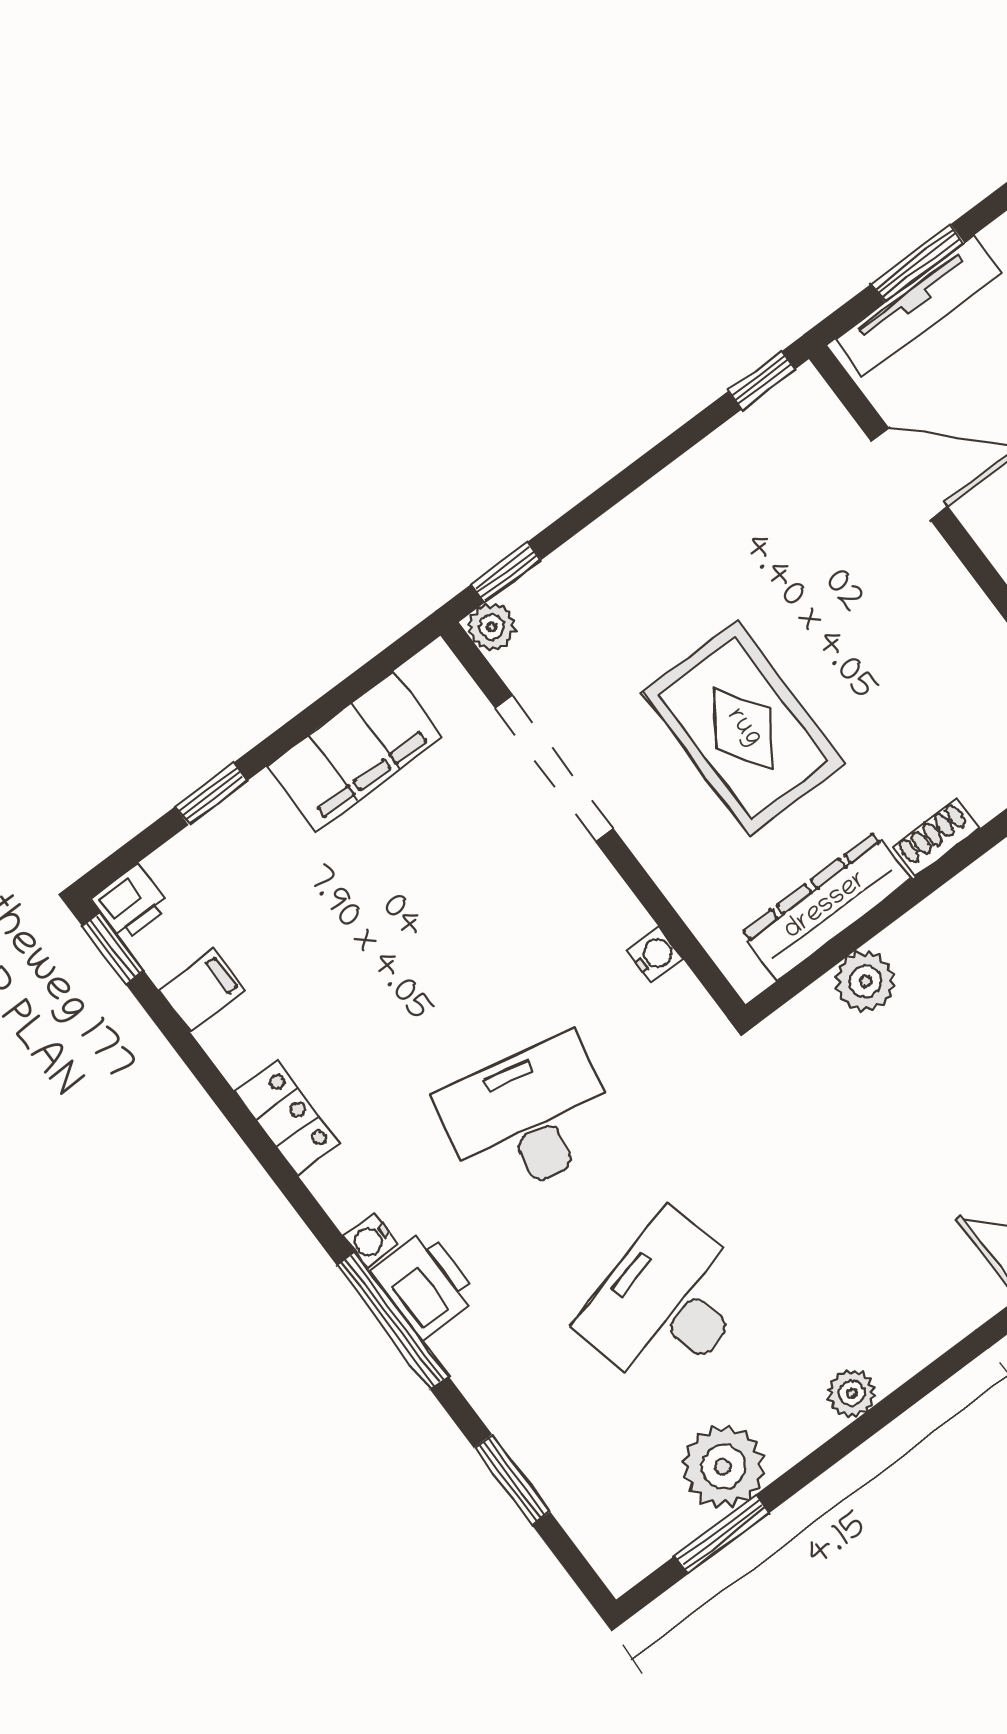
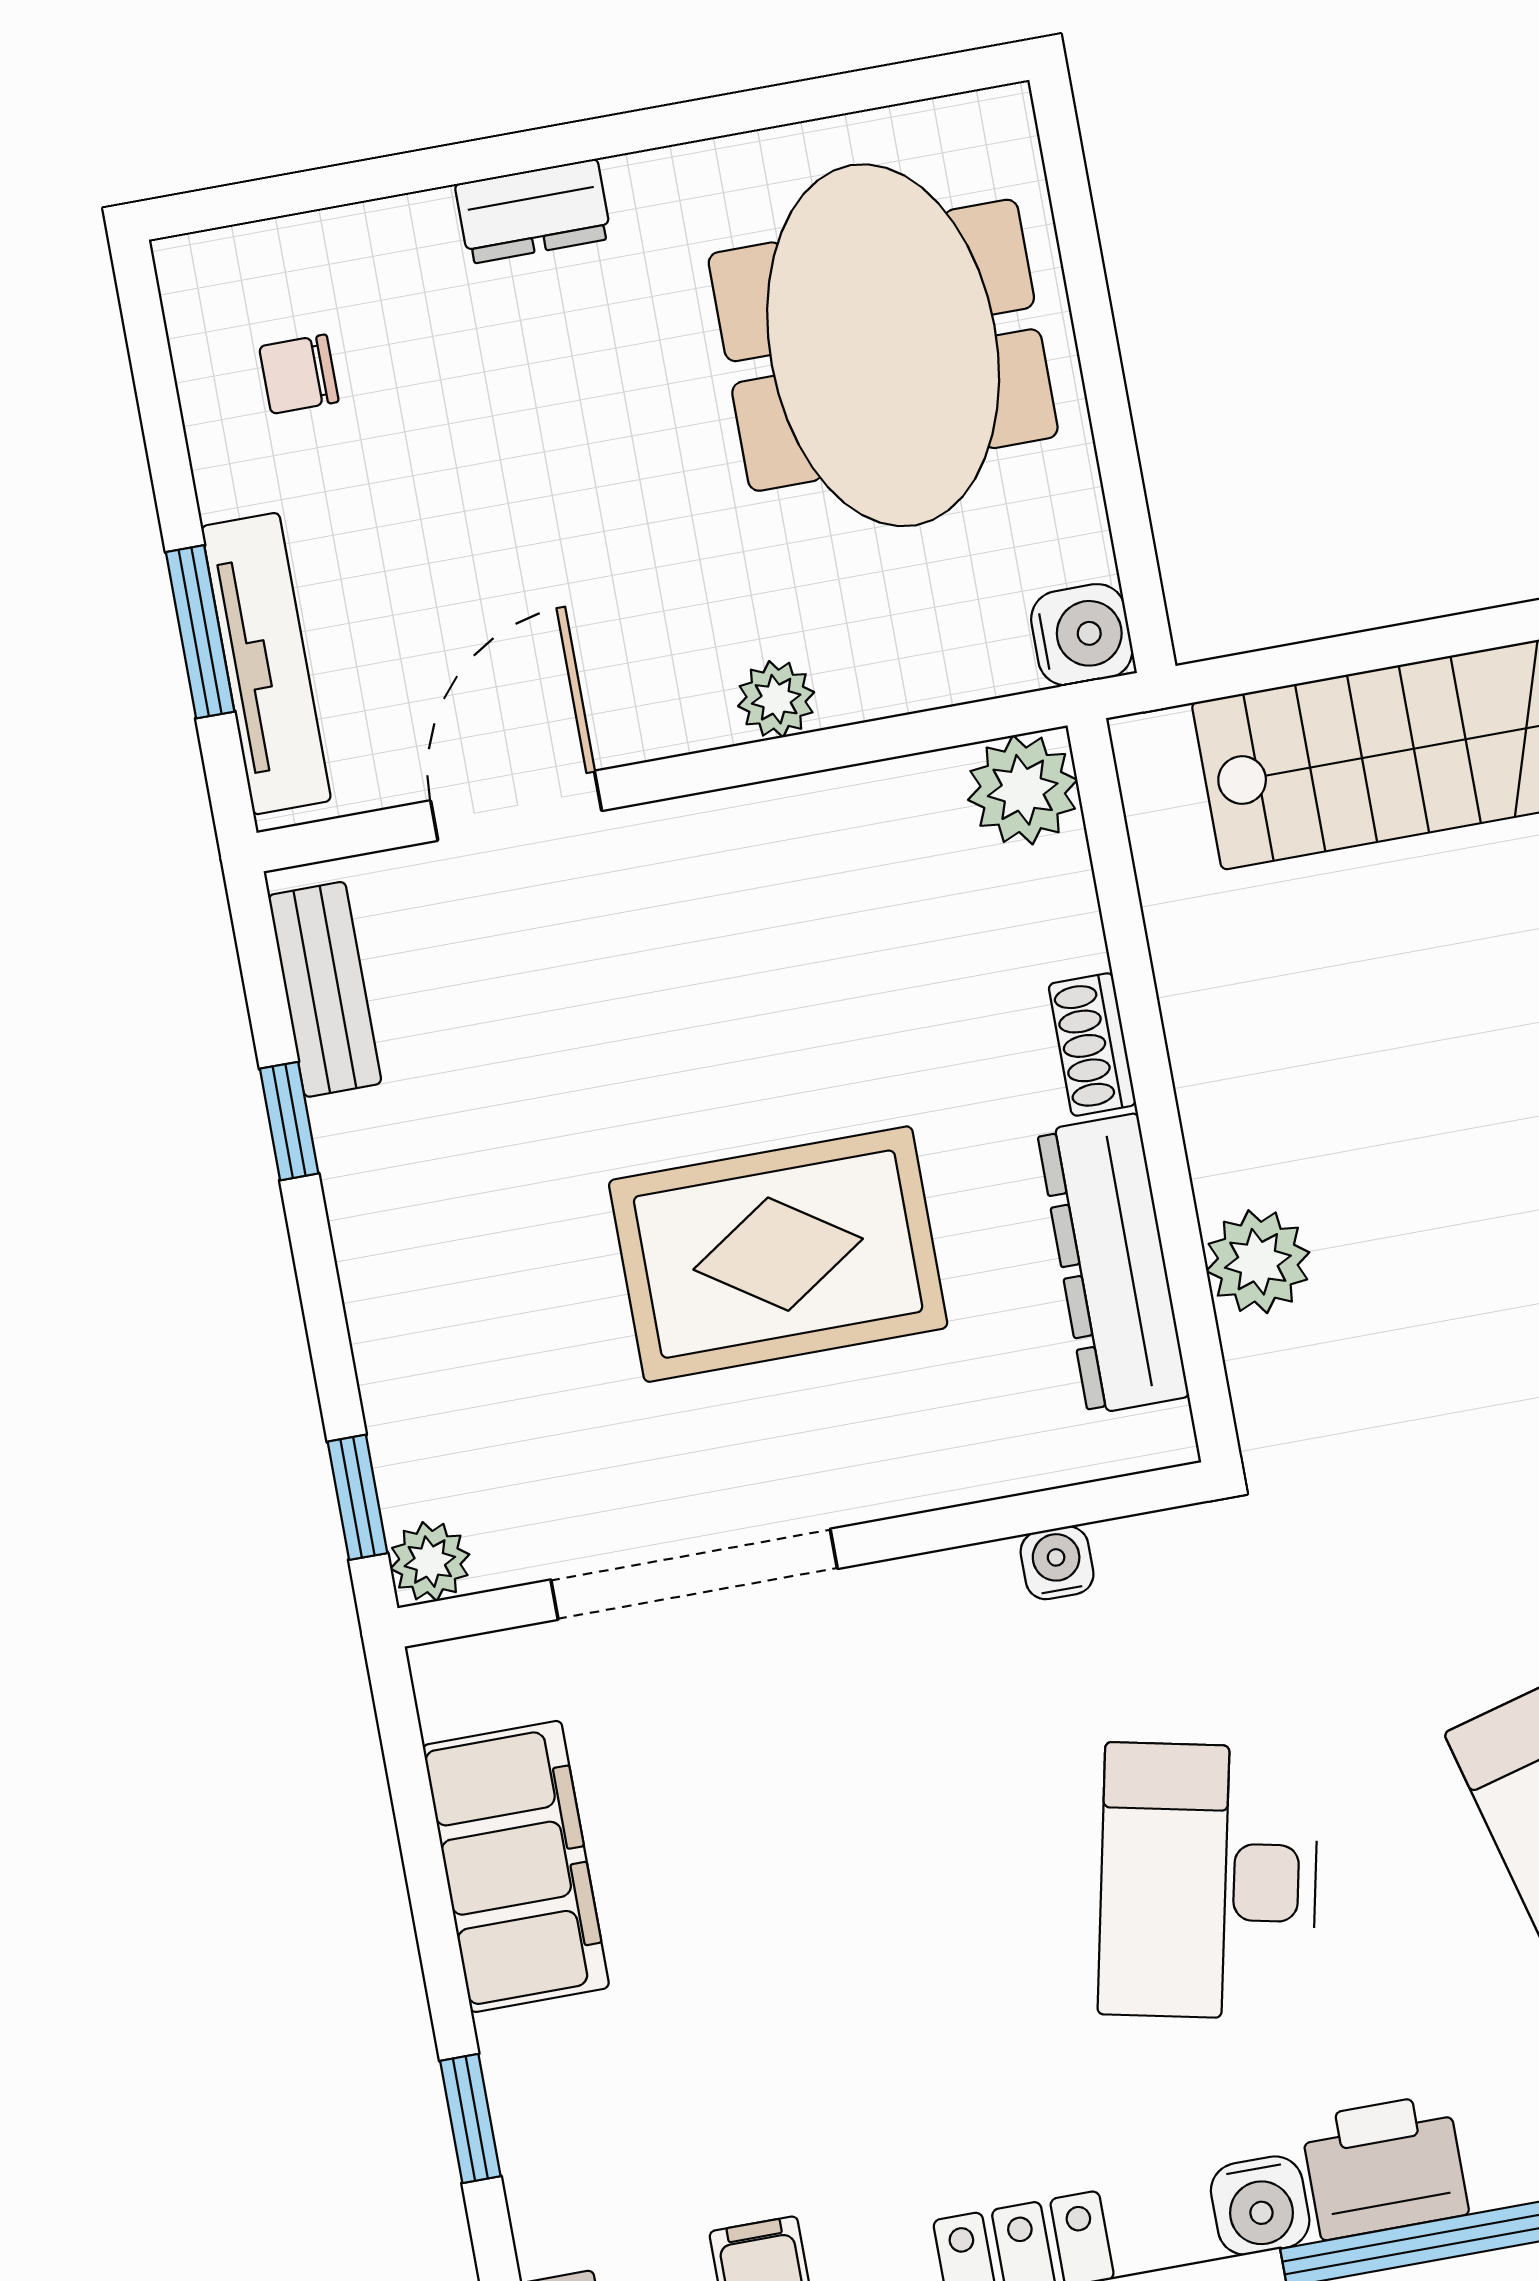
window: (762, 380) -> (289, 1121), moved
bench: (763, 422) -> (325, 989), added
water cooler: (371, 1240) -> (1260, 2206), width x1.38, depth x1.38

